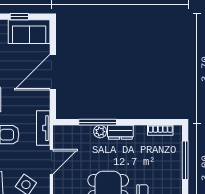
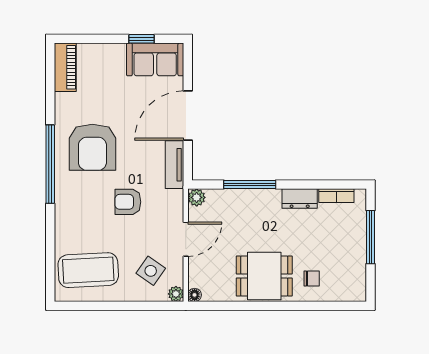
tv unit: (43, 128) -> (175, 165), moved
plant: (100, 132) -> (197, 197), moved
dresser: (120, 132) -> (300, 199), moved

